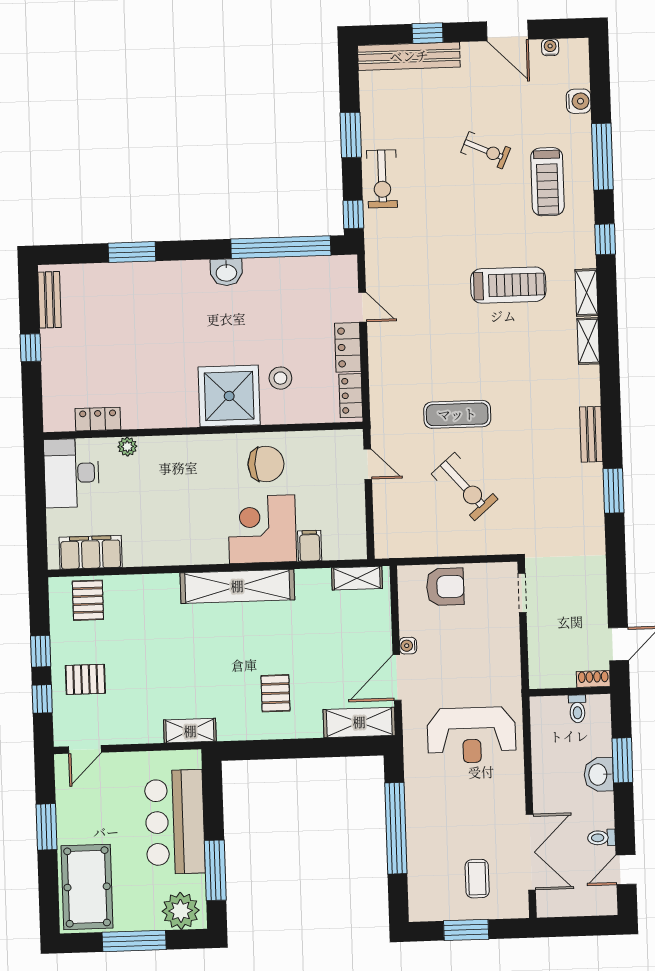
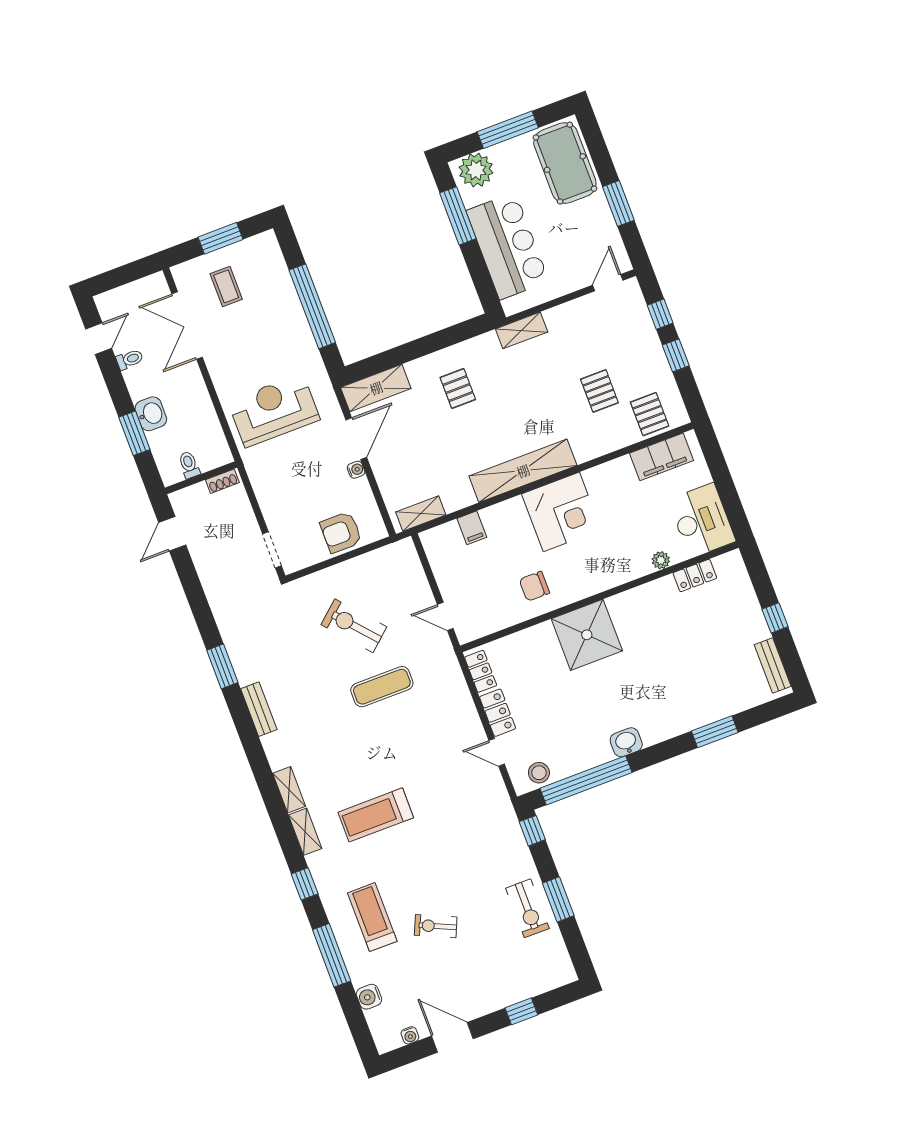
bench: (409, 56) -> (531, 985), removed
exercise bike: (382, 179) -> (528, 908), moved, turned 180
stool: (280, 378) -> (539, 773), moved
chair: (266, 464) -> (534, 586), width x0.73, depth x0.73
corner desk: (262, 529) -> (561, 512), moved
pallet: (85, 679) -> (599, 391), moved, turned 90
shoe rack: (593, 679) -> (222, 481), moved

